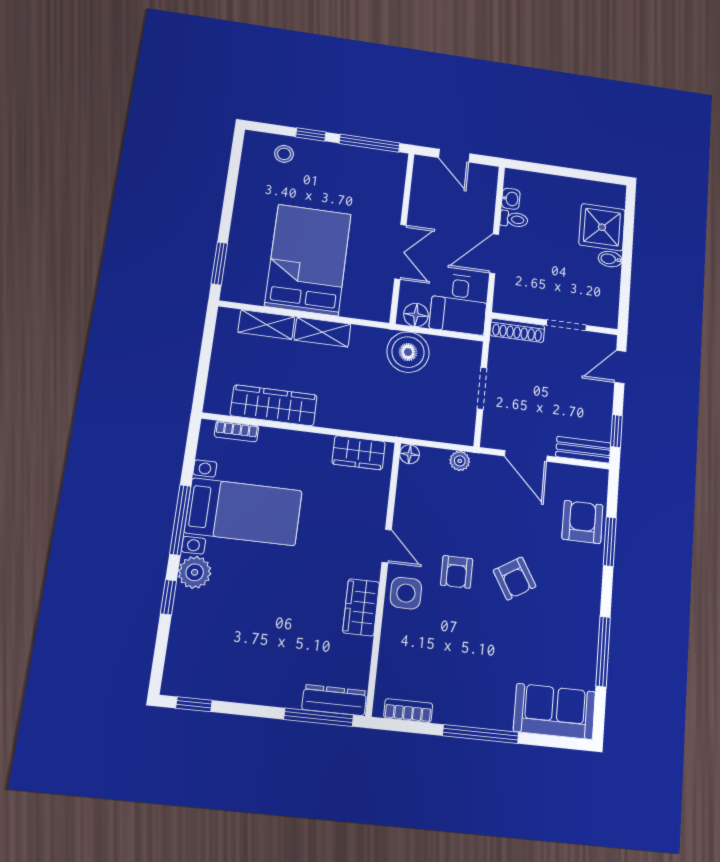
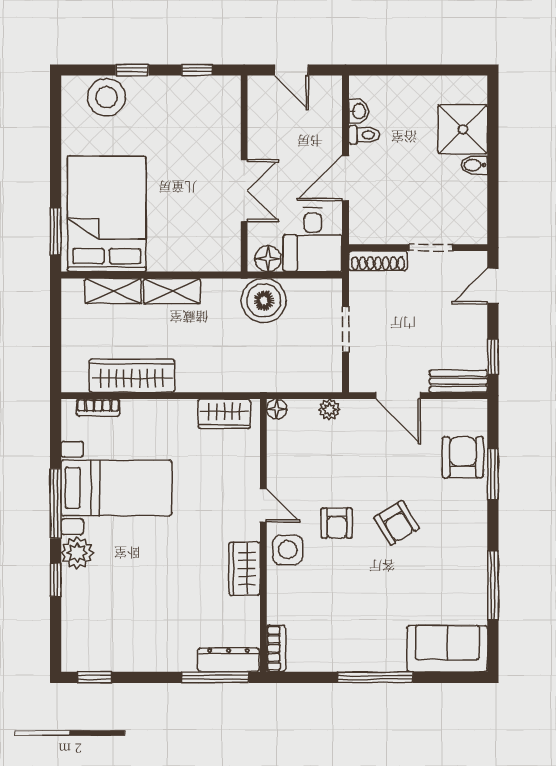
window: (370, 143) -> (197, 70), width x0.46
stool: (284, 154) -> (106, 97), width x1.89, depth x1.89
bed: (308, 260) -> (107, 214), moved
bookcase: (408, 711) -> (276, 648), moved, turned 90

